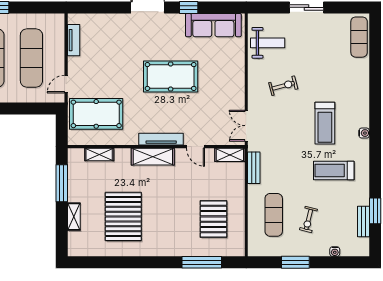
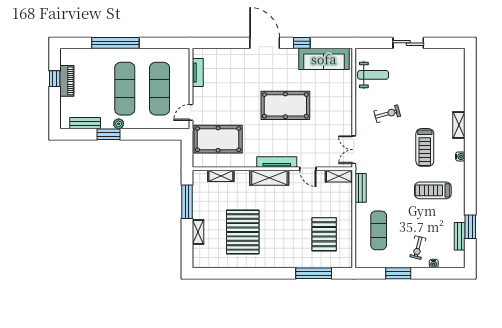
exercise mat: (359, 37) -> (456, 70), removed
shelving: (363, 98) -> (459, 125), added
exercise bike: (308, 220) -> (418, 248), moved

